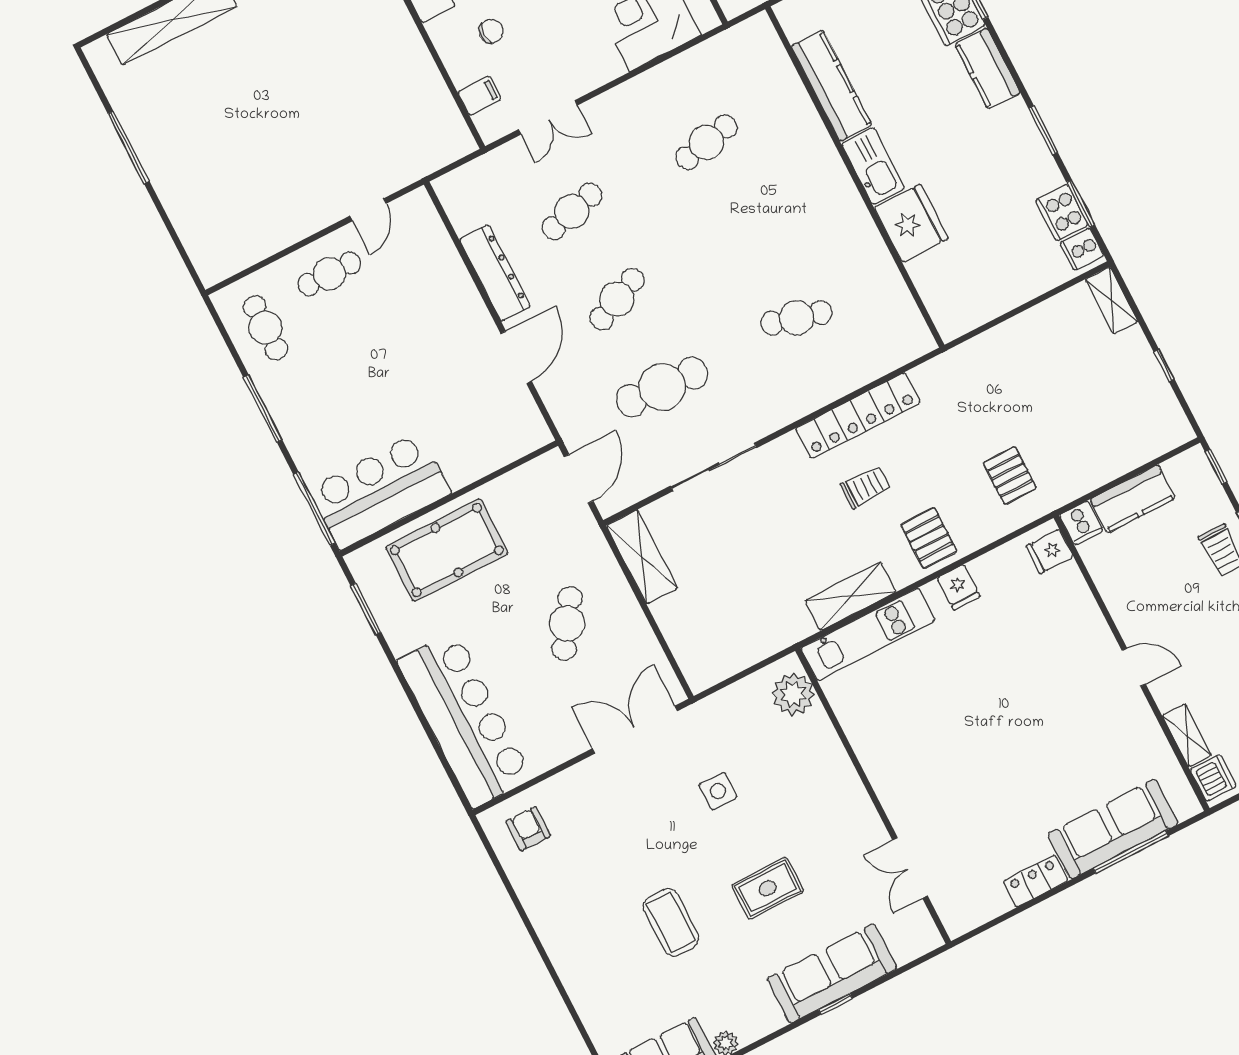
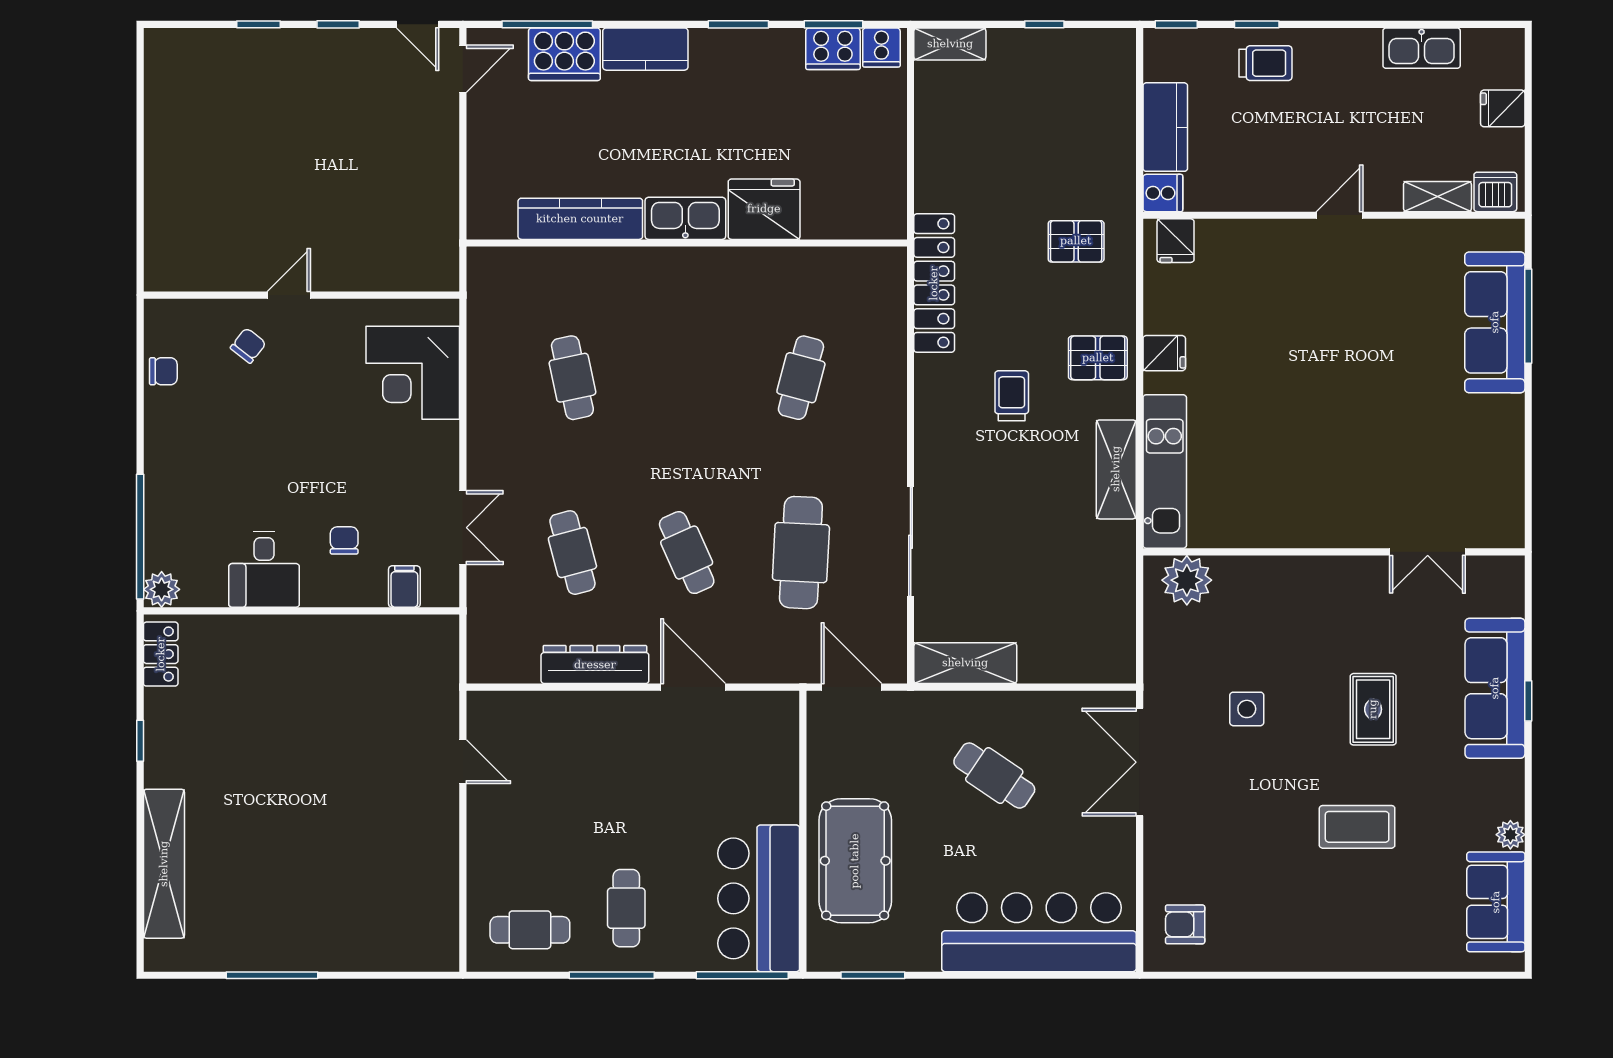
cafe table: (329, 274) -> (626, 908), moved
locker: (858, 416) -> (934, 283), moved
locker: (1036, 881) -> (1508, 430), removed

